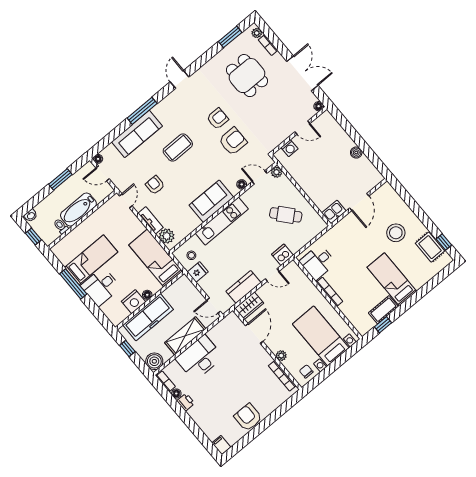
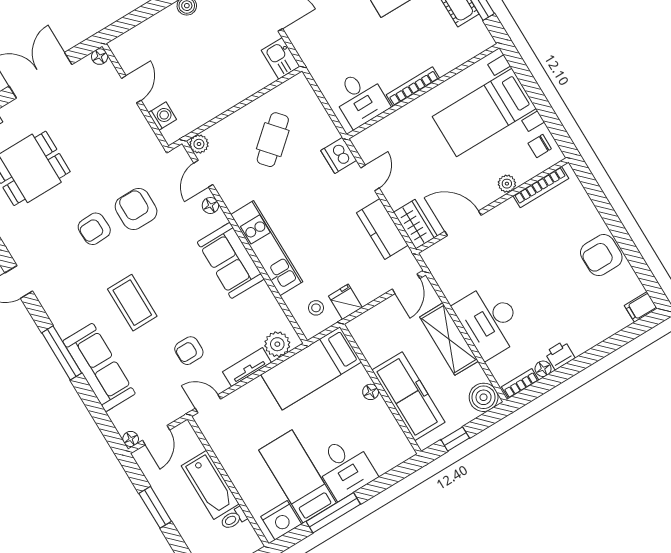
armchair: (218, 119) -> (94, 229), turned -92
nightstand: (134, 302) -> (281, 520), moved, turned 90

